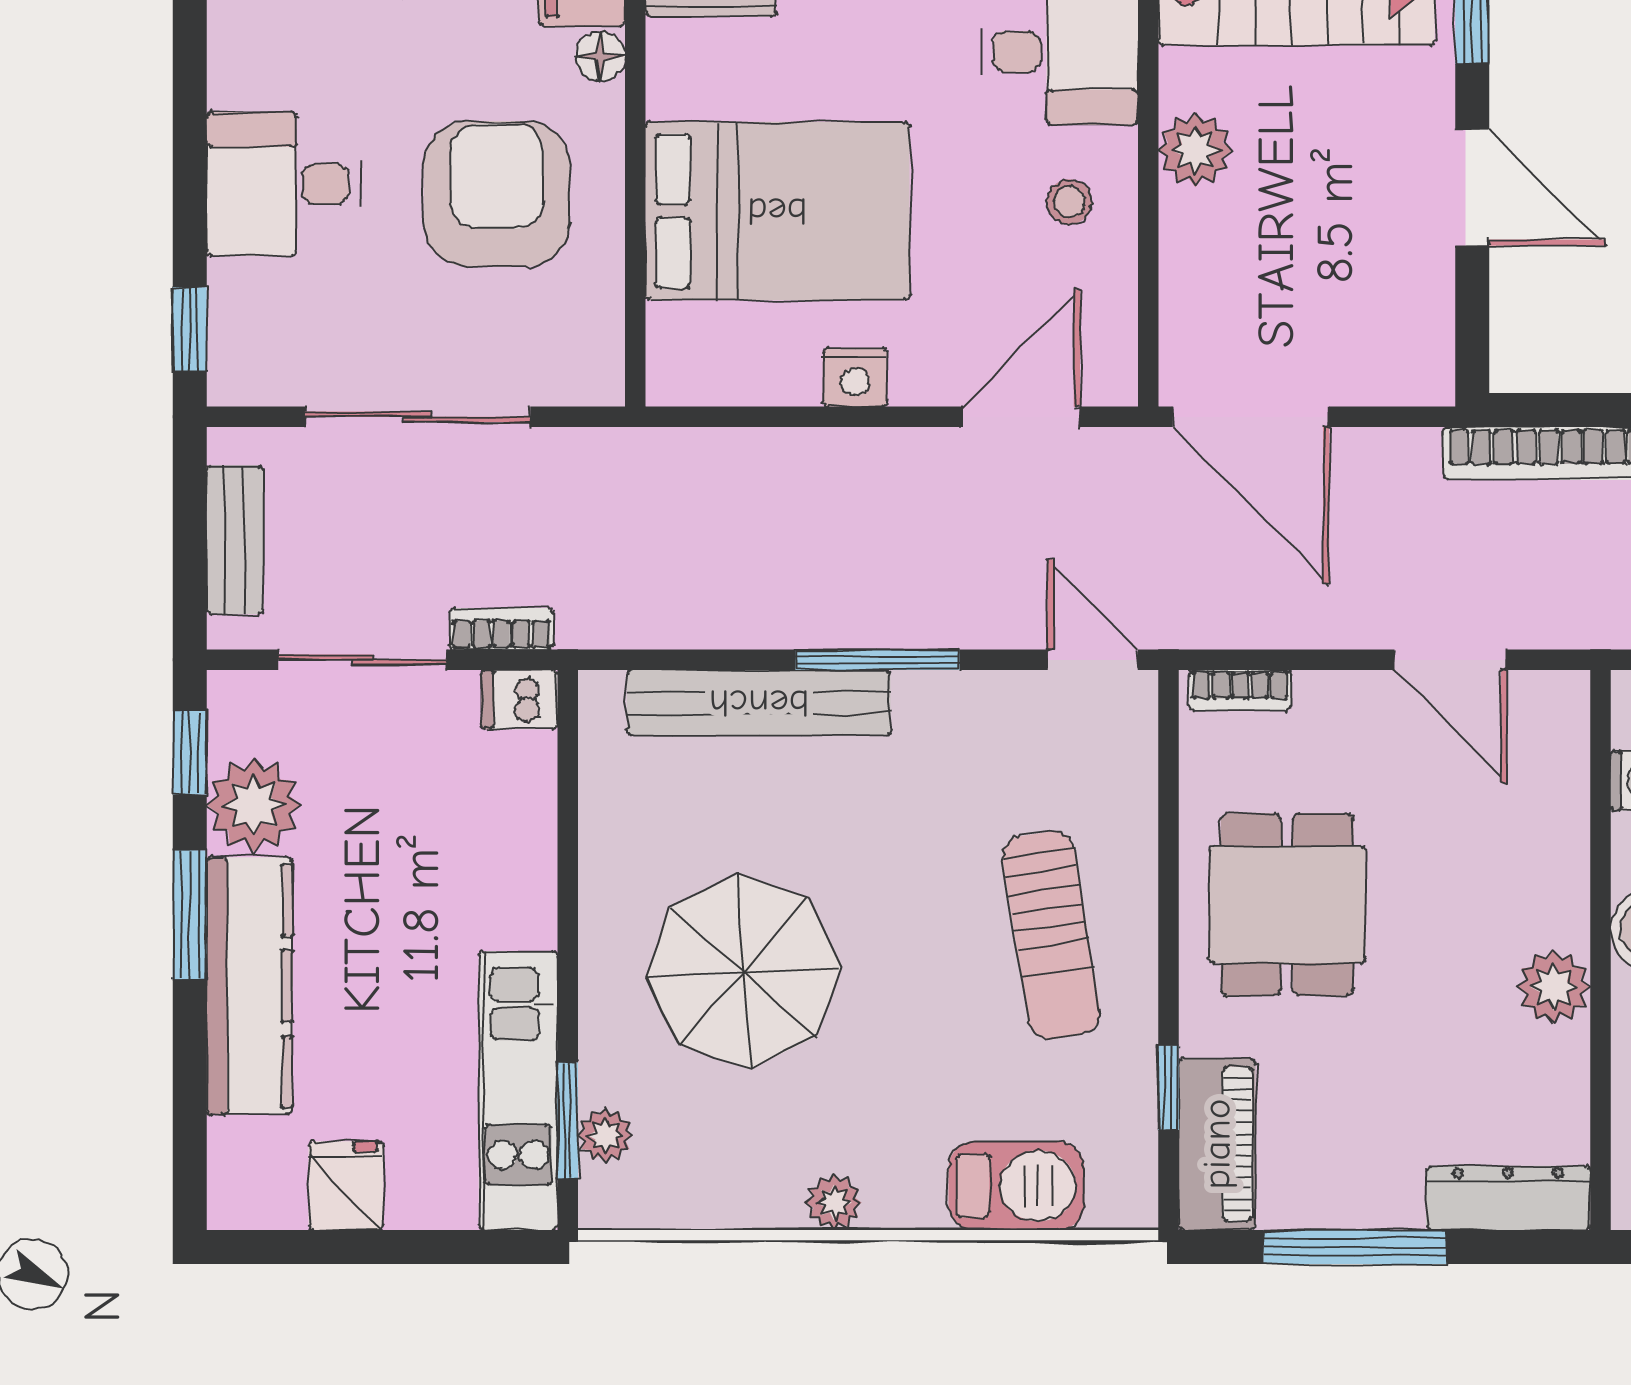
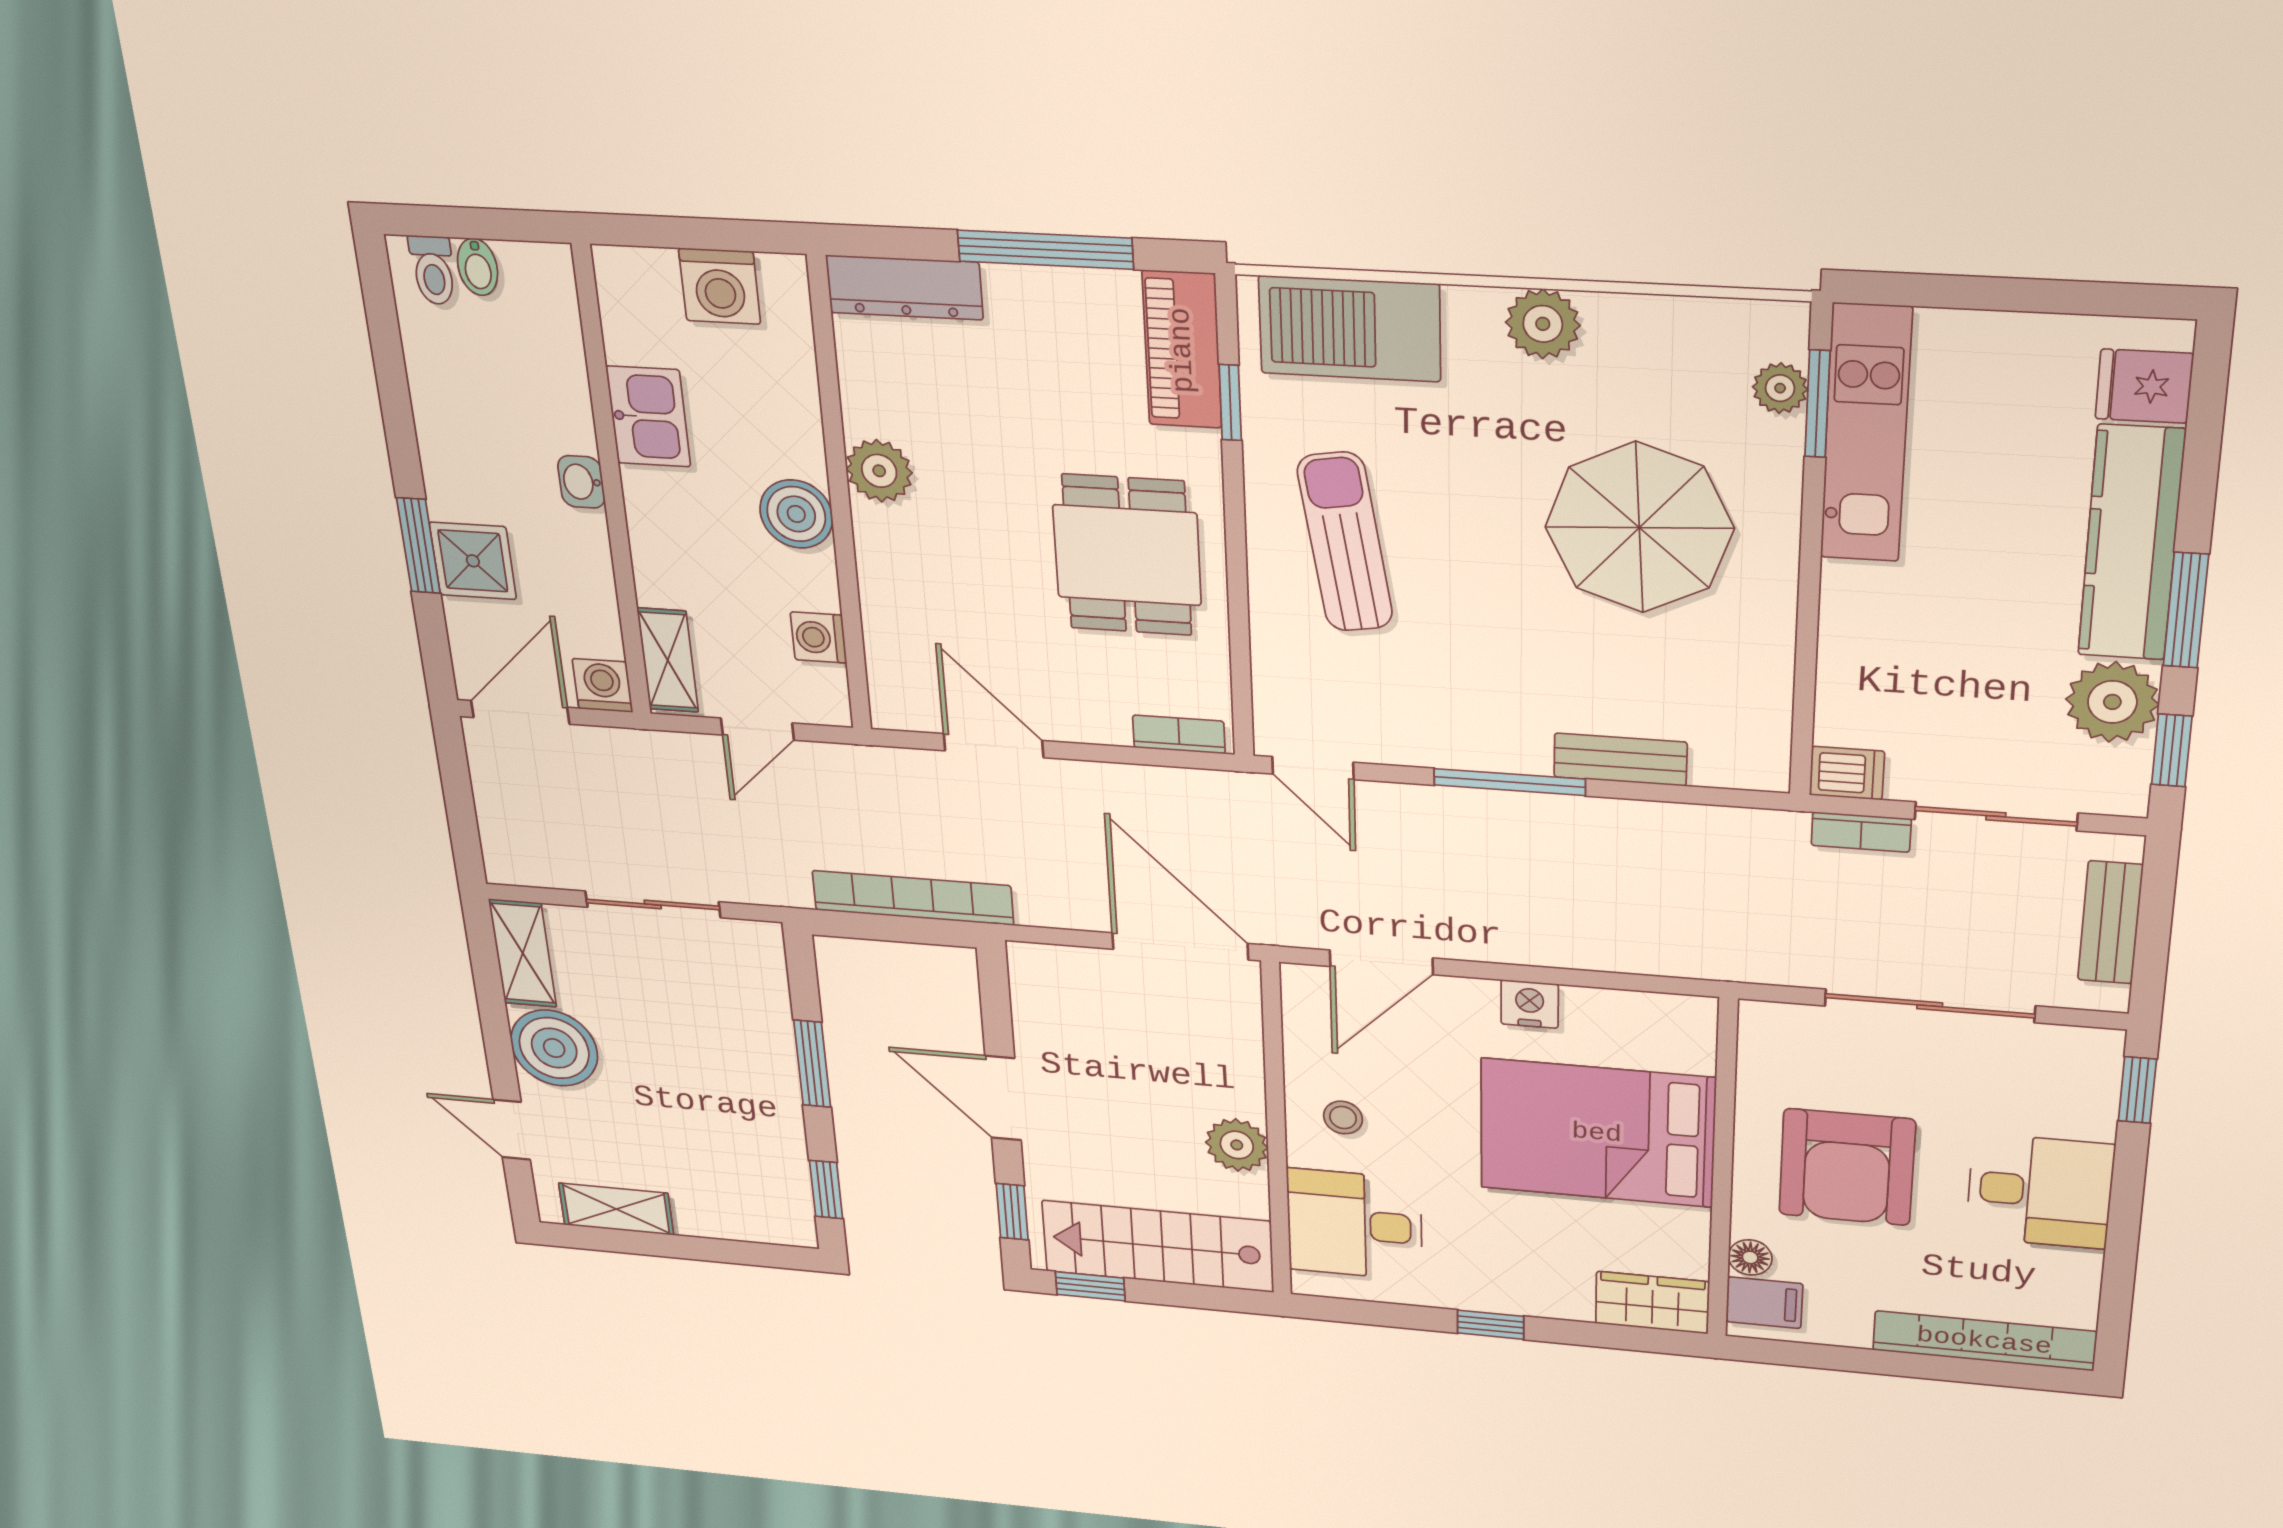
bench: (759, 703) -> (1620, 760), width x0.54, depth x0.82
fridge: (346, 1186) -> (2144, 386), moved, turned 90
barbecue: (1016, 1186) -> (1350, 329), width x1.37, depth x1.21
plant: (834, 1203) -> (1543, 324), width x1.38, depth x1.38

